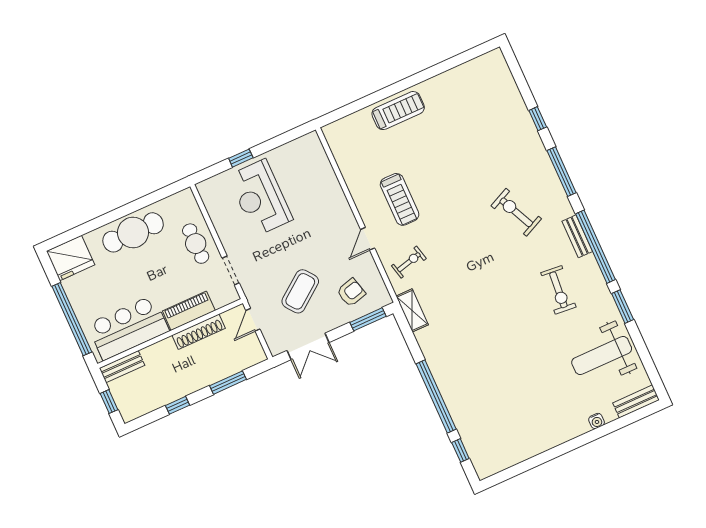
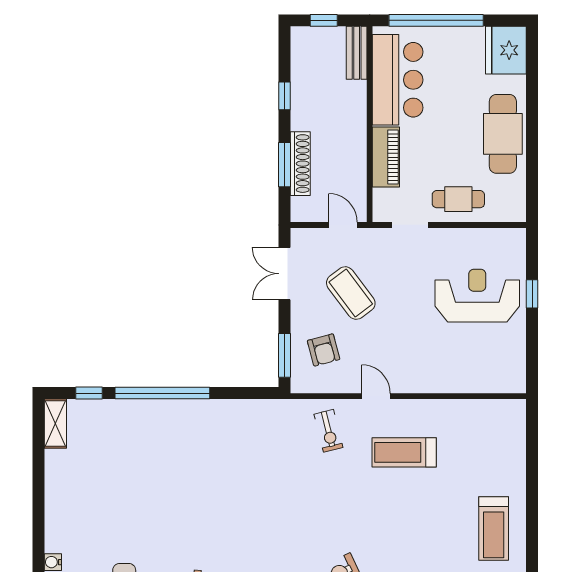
treadmill: (398, 111) -> (494, 528), moved
shelving: (412, 310) -> (55, 423), moved, turned 90
shoe rack: (199, 332) -> (300, 164), moved, turned 180

